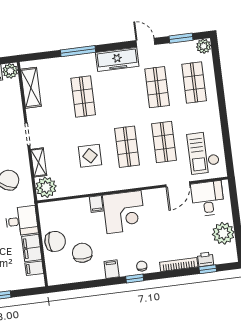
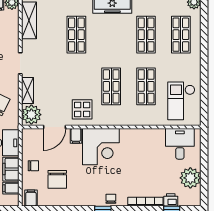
display table: (90, 156) -> (82, 109), moved
door: (178, 184) -> (55, 127), moved
chair: (55, 241) -> (33, 166), width x0.54, depth x0.54
chair: (82, 253) -> (57, 179), turned 180
filing cabinet: (112, 269) -> (31, 198), moved

